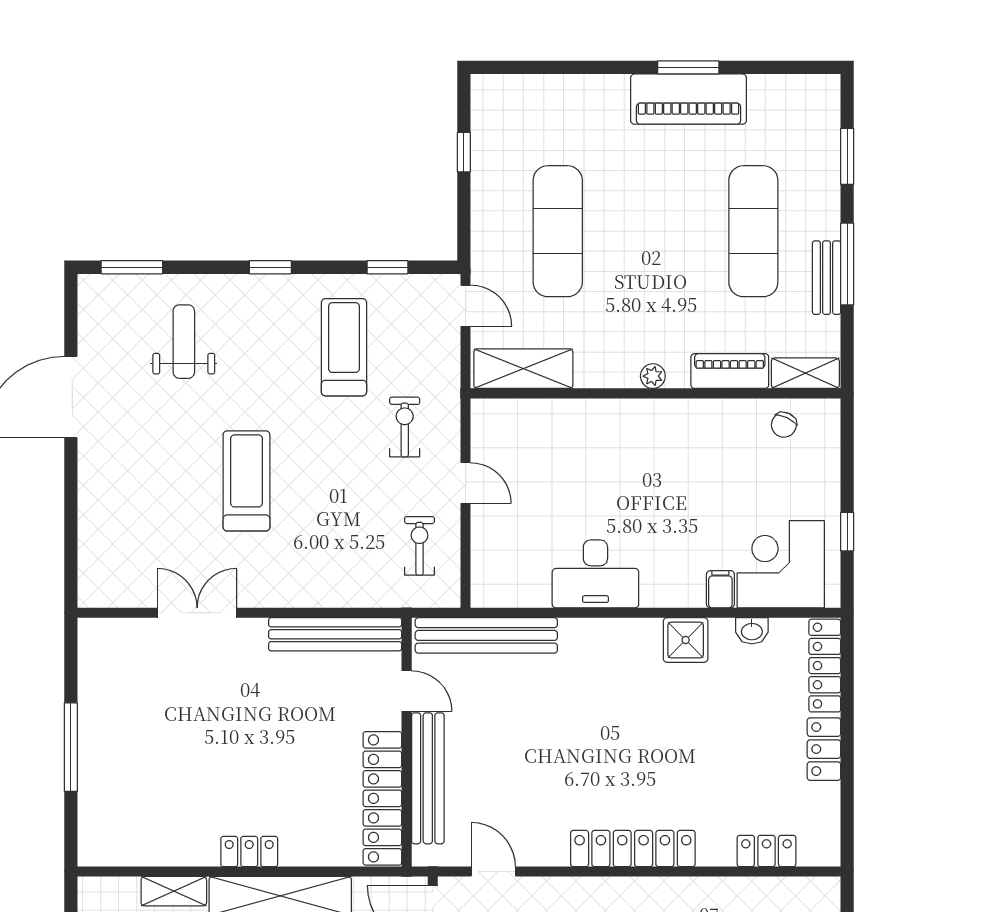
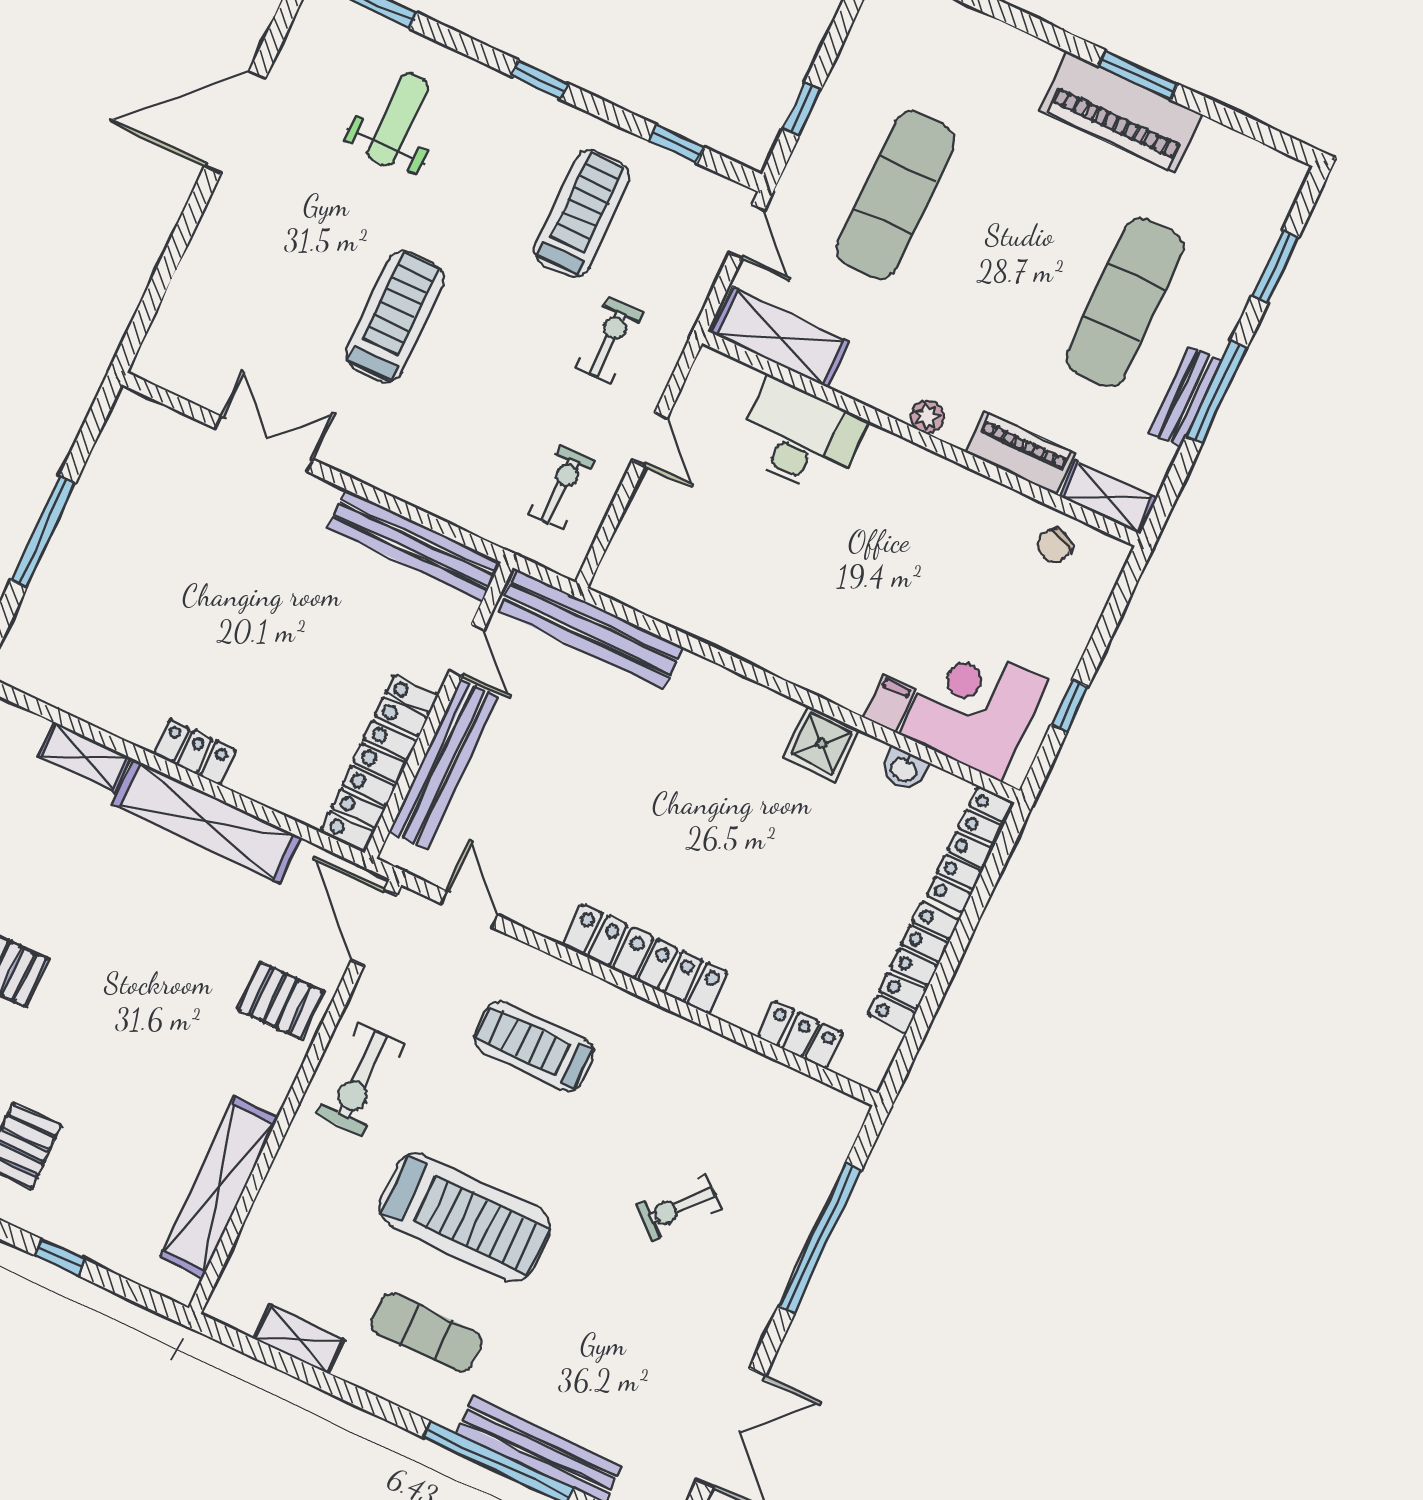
window: (464, 152) -> (802, 109), moved
desk: (595, 574) -> (800, 437), moved, turned 180
locker: (824, 749) -> (914, 967), width x1.53

